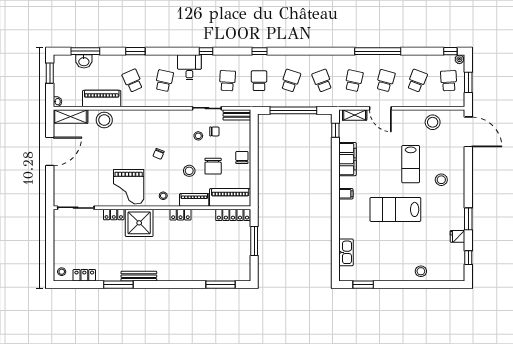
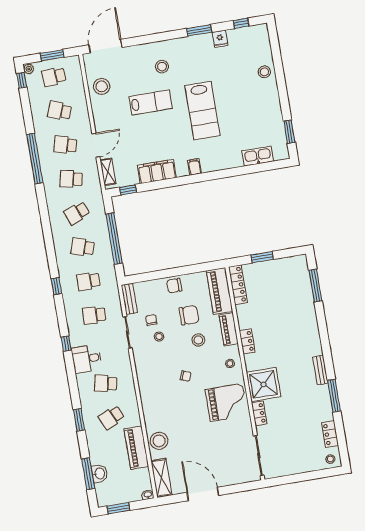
window: (254, 241) -> (262, 257), width x0.69
bench: (139, 276) -> (320, 370), width x0.73

